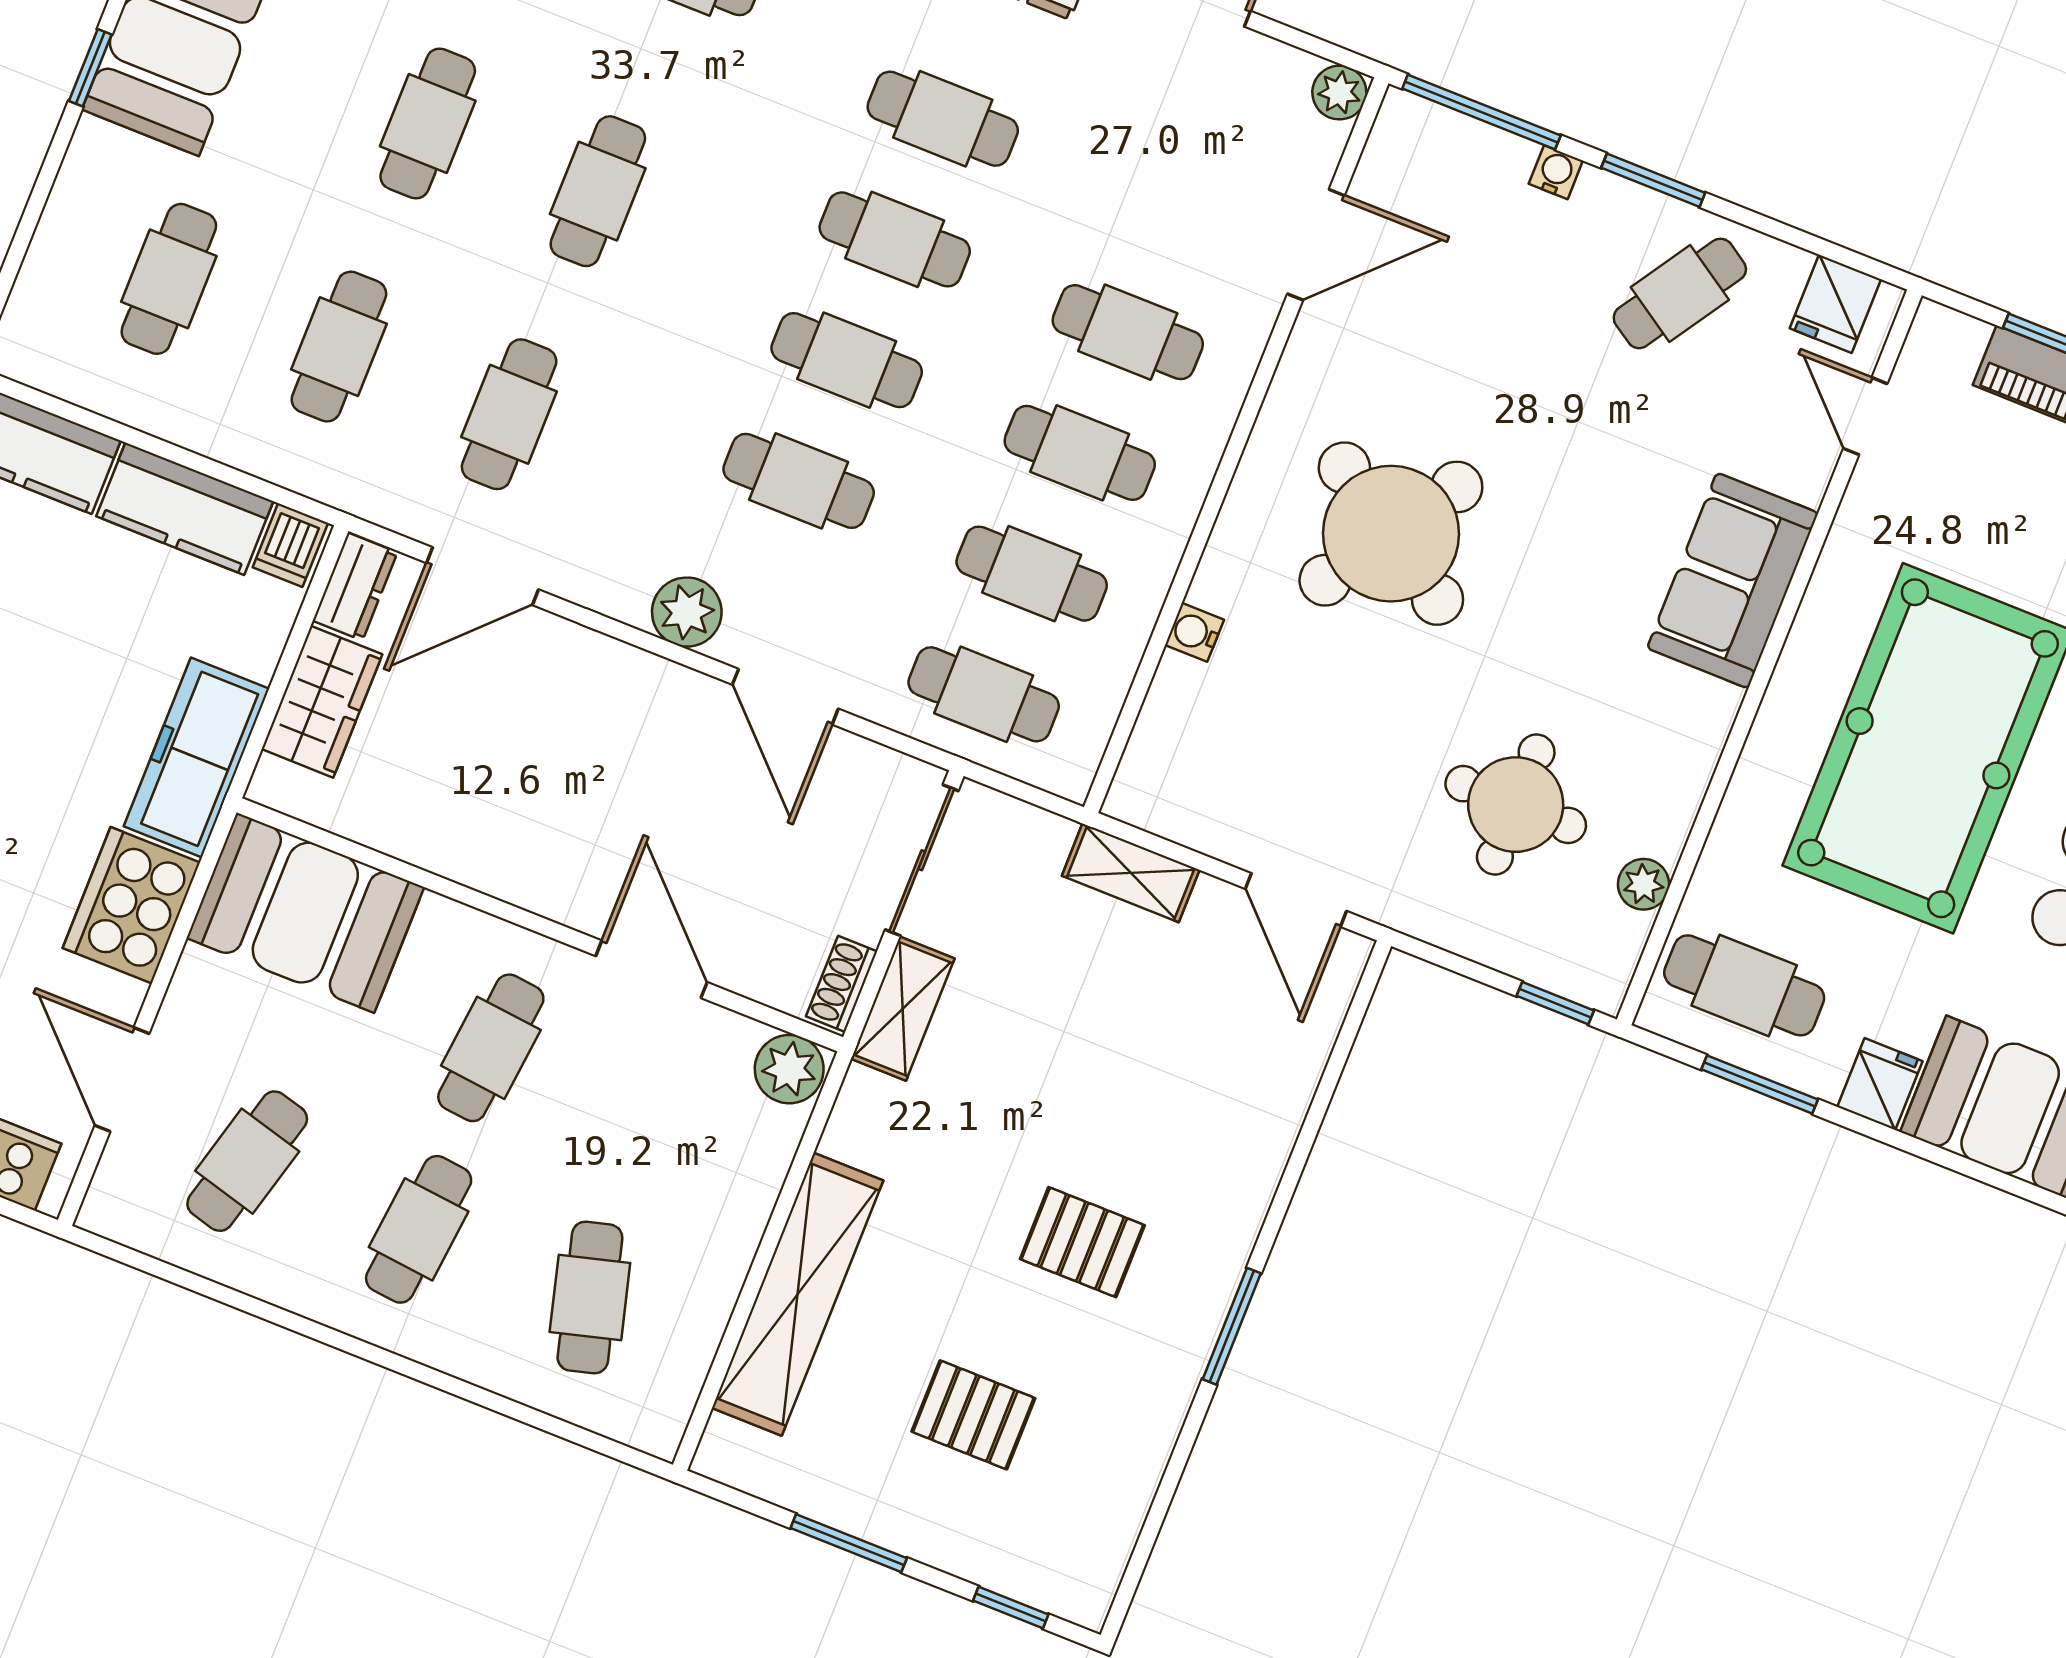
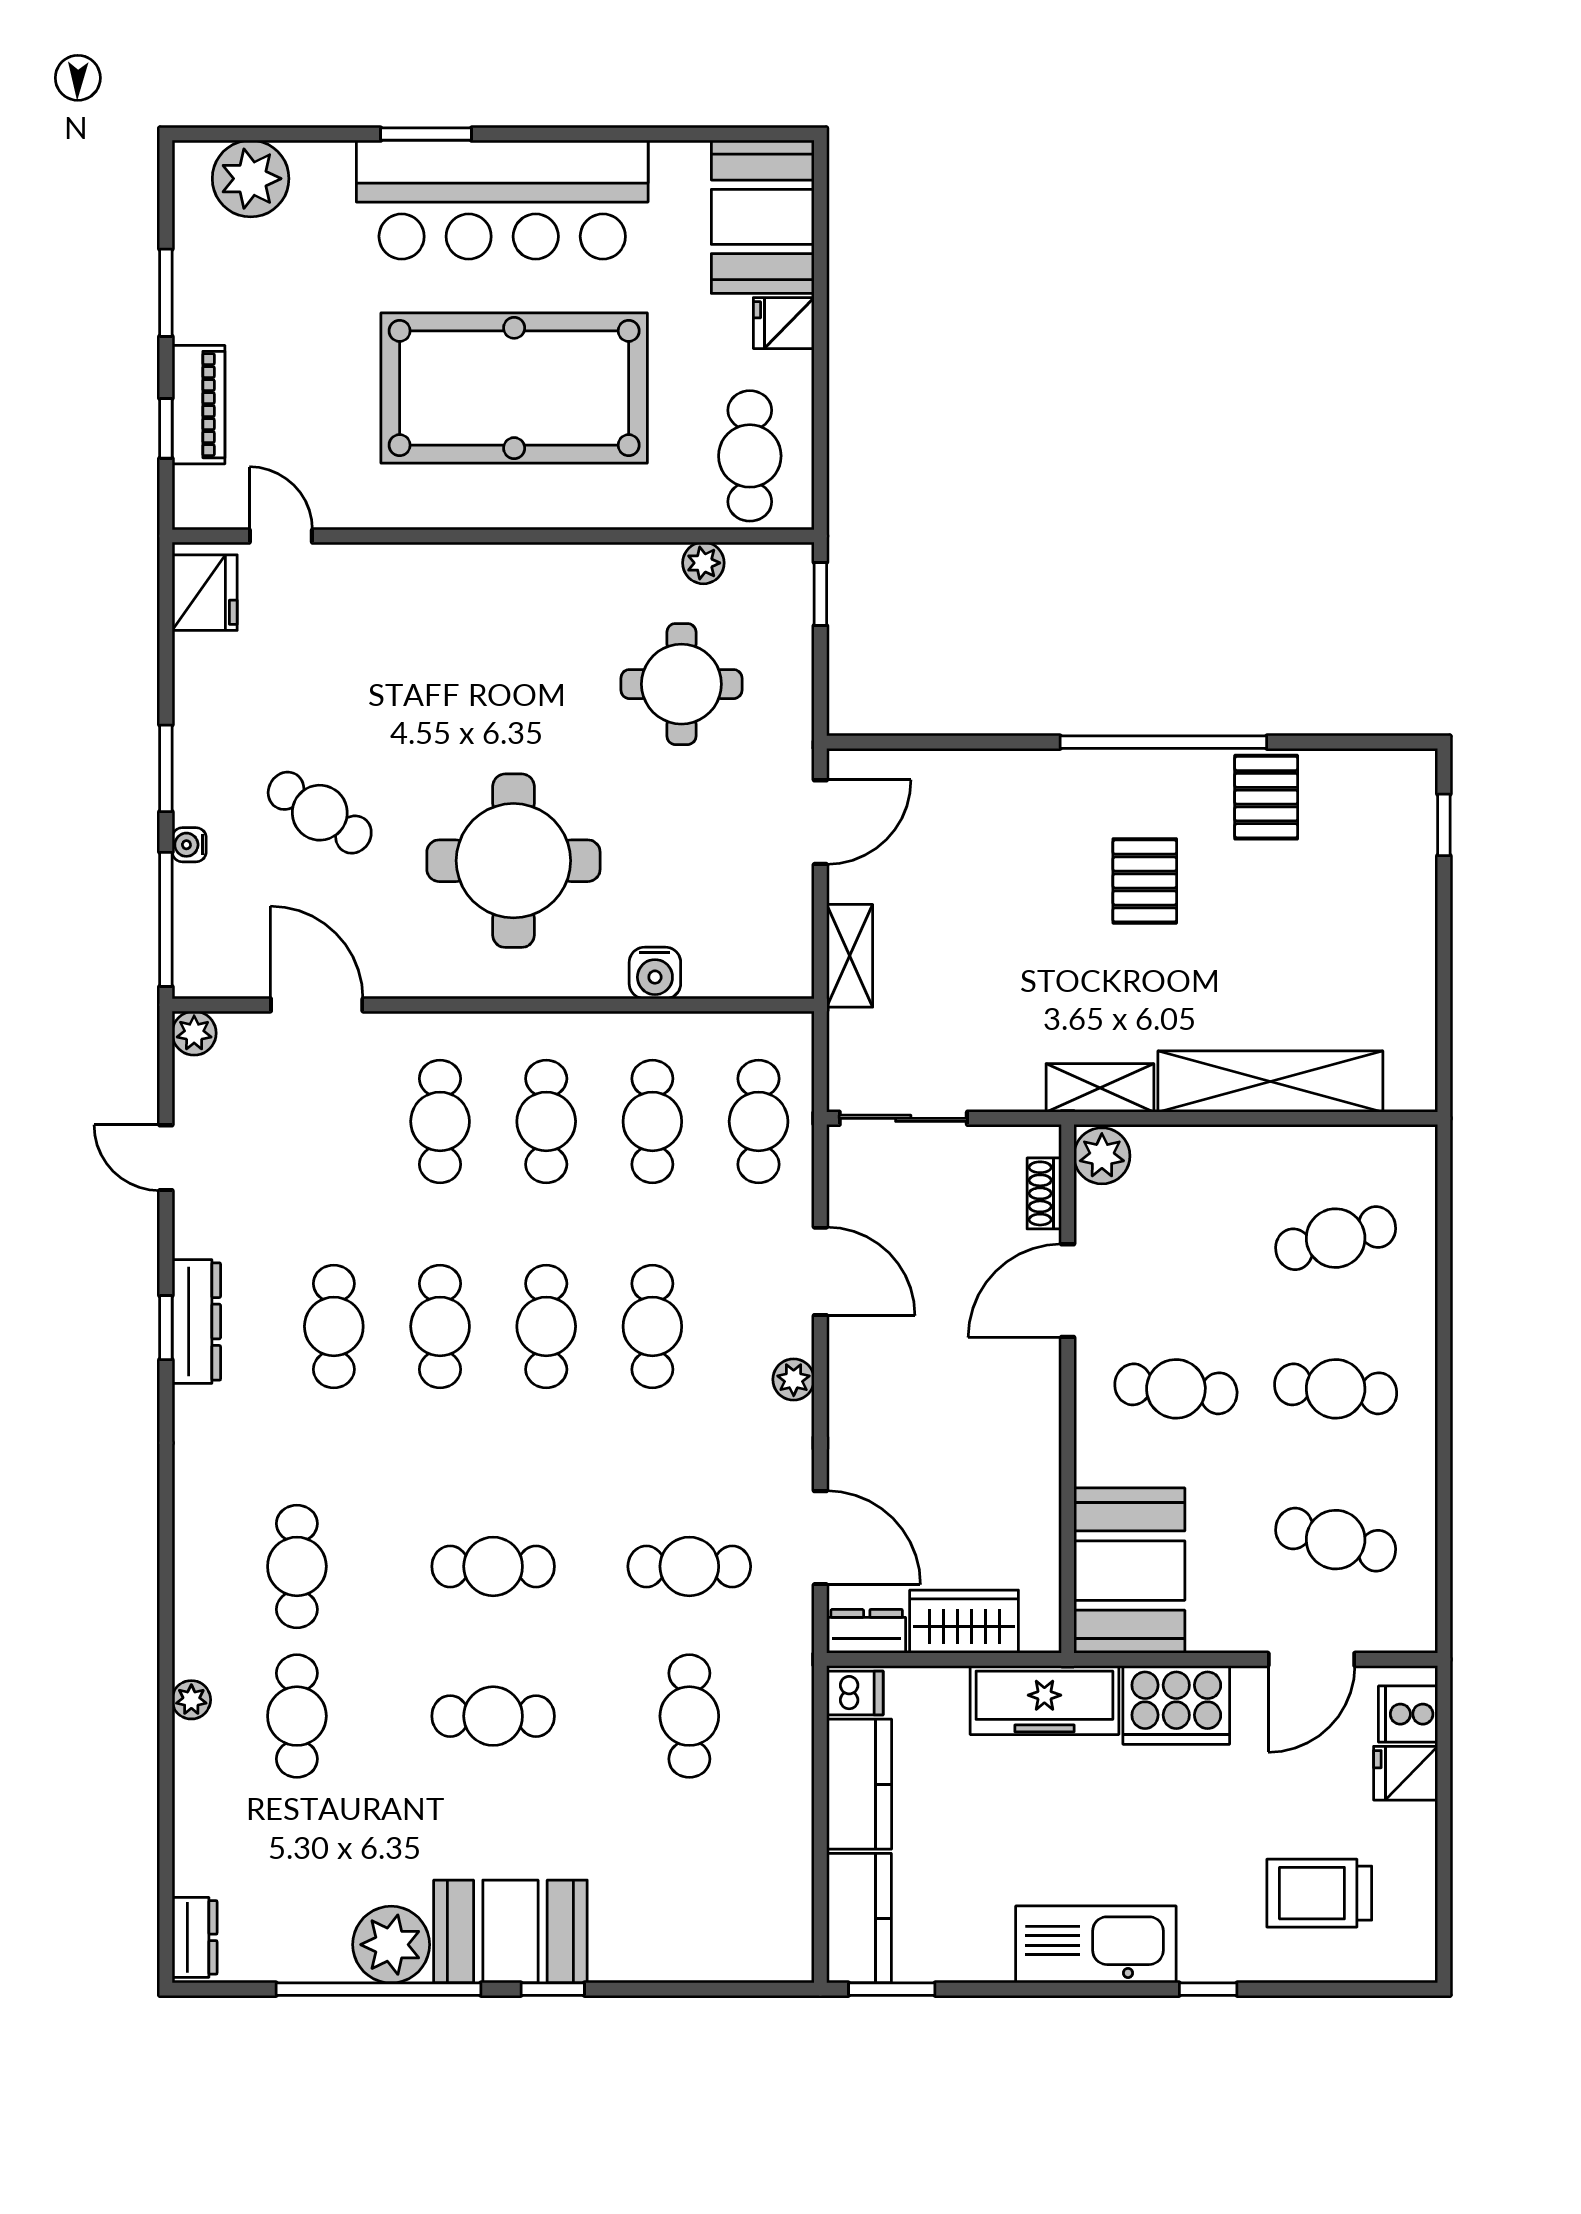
cafe table: (169, 279) -> (689, 1866), removed
cafe table: (1680, 293) -> (320, 813), moved
fridge: (1835, 304) -> (205, 593), width x1.38
cafe table: (339, 347) -> (689, 1716), turned 90
door: (1865, 416) -> (281, 536), swing flipped
round table: (1391, 534) -> (513, 861), turned -33
sofa: (1733, 581) -> (446, 587), removed
plant: (687, 612) -> (794, 1379), width x0.73, depth x0.73
water cooler: (1194, 632) -> (655, 973), width x1.38, depth x1.38
door: (785, 697) -> (820, 1271), hinge flipped
shoe rack: (842, 984) -> (1044, 1193), moved, turned 90
shelving: (903, 1009) -> (1100, 1088), moved
window: (1760, 1084) -> (820, 414), removed
window: (1232, 1326) -> (1163, 742), width x2.11
pallet: (973, 1415) -> (1266, 797), moved
window: (849, 1543) -> (1444, 967), removed

